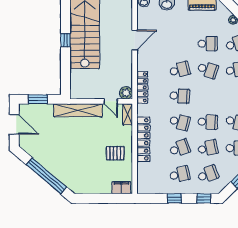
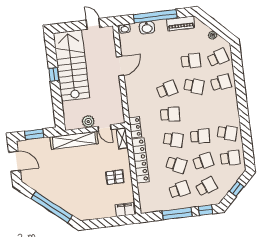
locker: (142, 87) -> (135, 127), moved, width x0.66
plant: (126, 93) -> (88, 122), moved
school desk: (180, 148) -> (176, 165), turned 45
window: (174, 198) -> (177, 214), width x2.17

